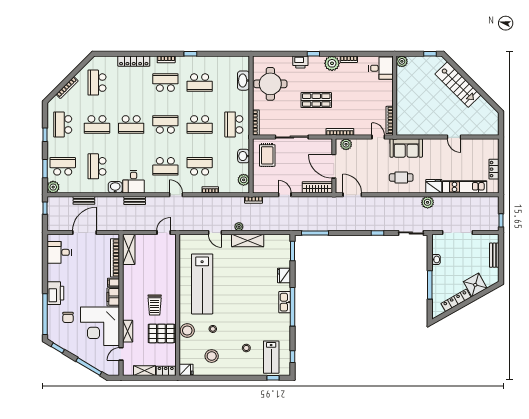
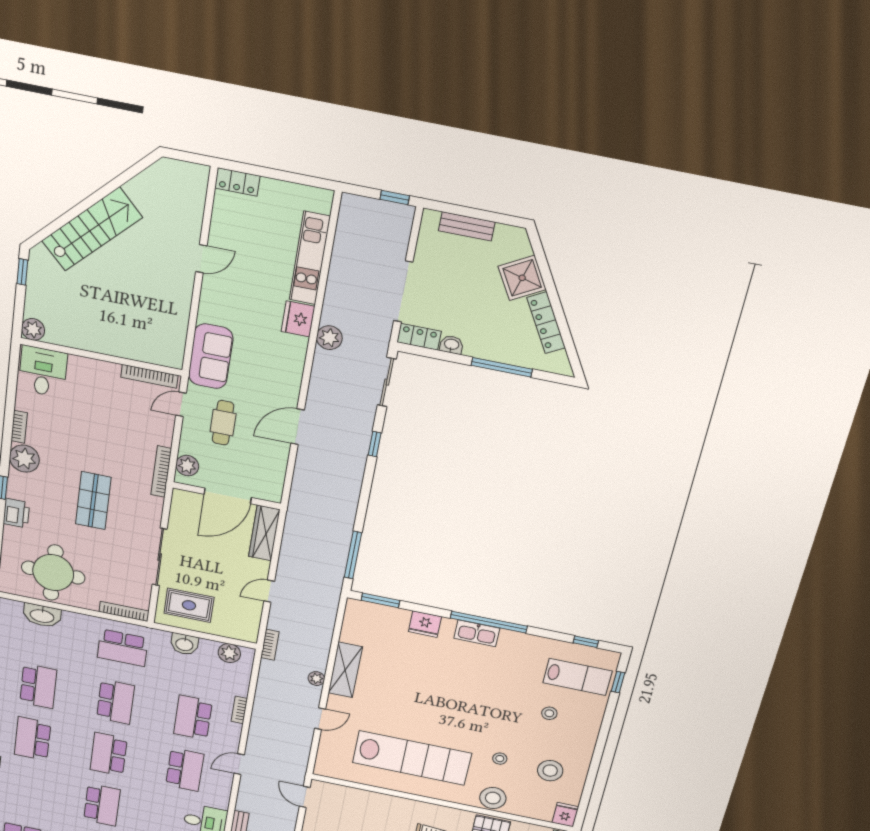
locker: (494, 169) -> (237, 182), moved
cafe table: (401, 178) -> (223, 423), moved
door: (352, 195) -> (298, 427), moved
locker: (437, 244) -> (419, 337), added

